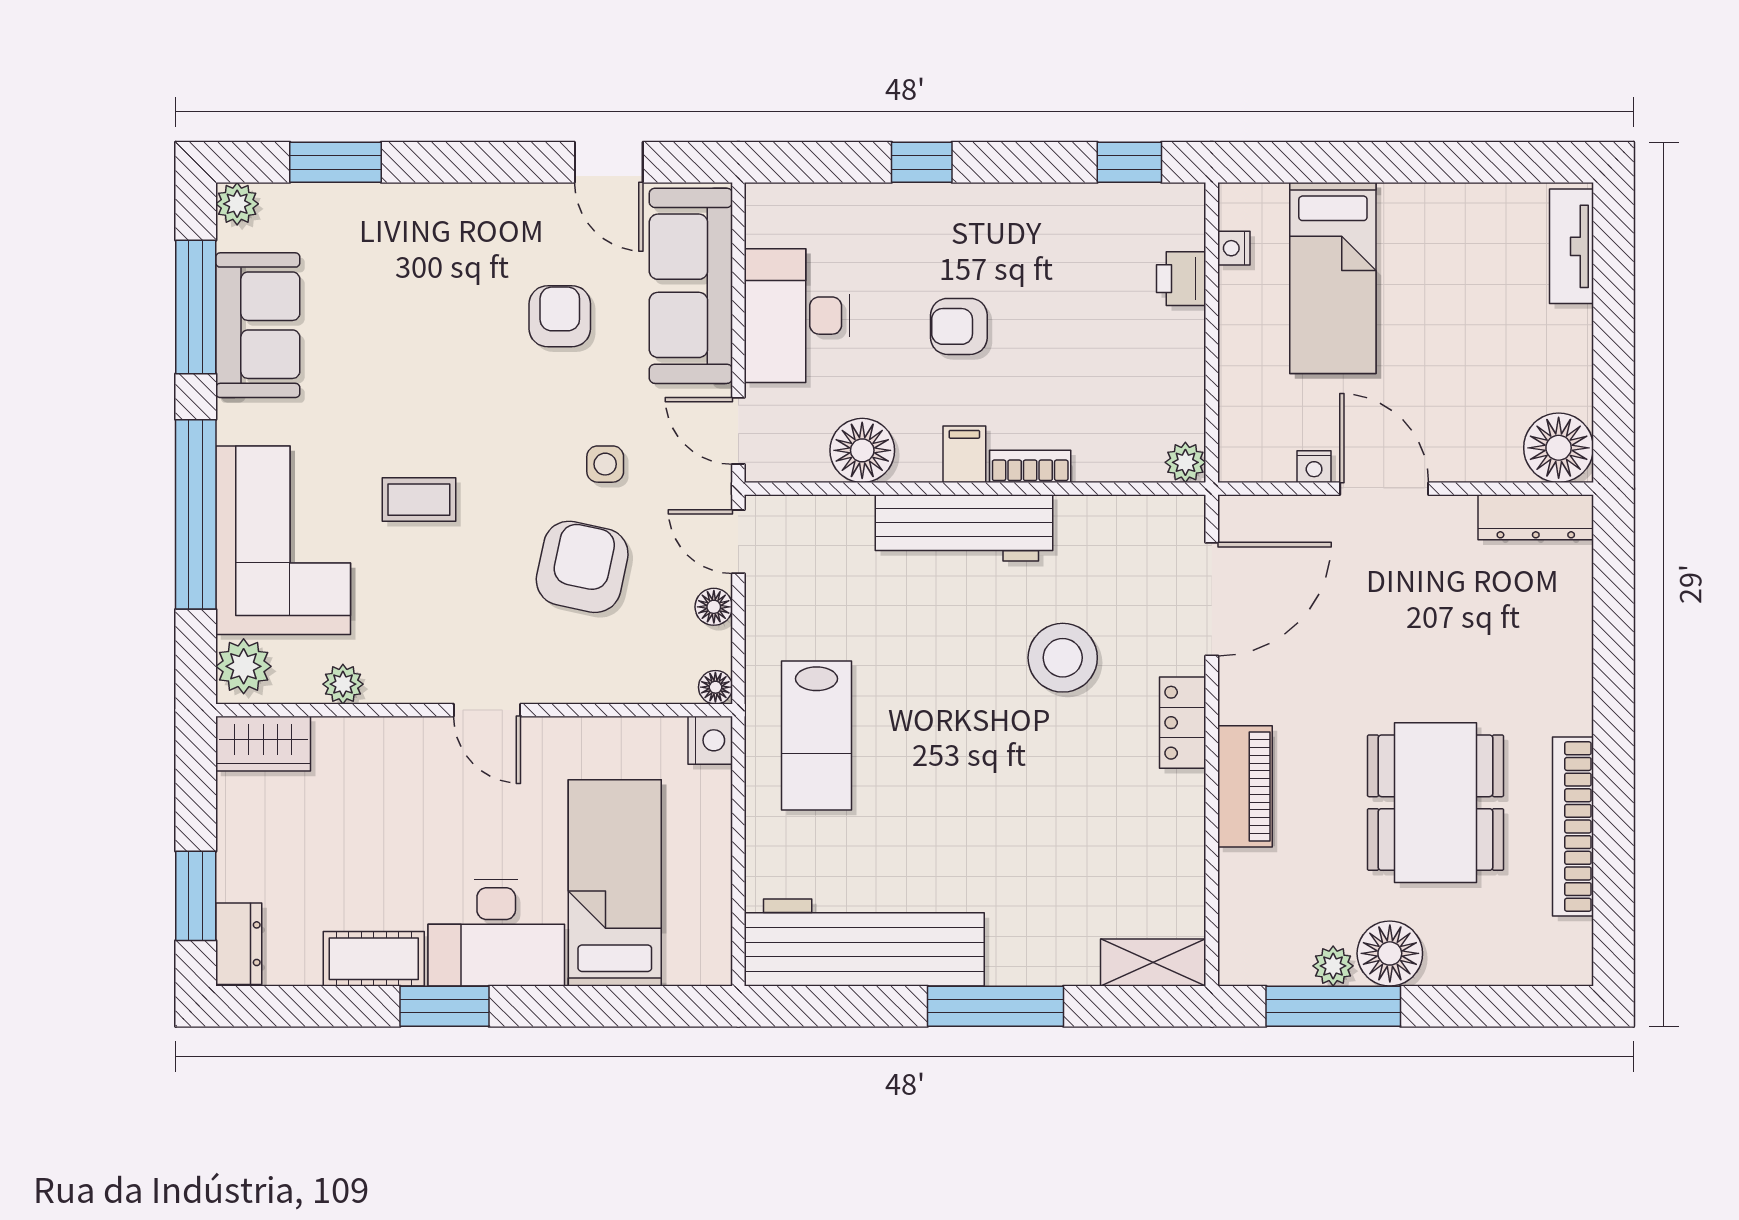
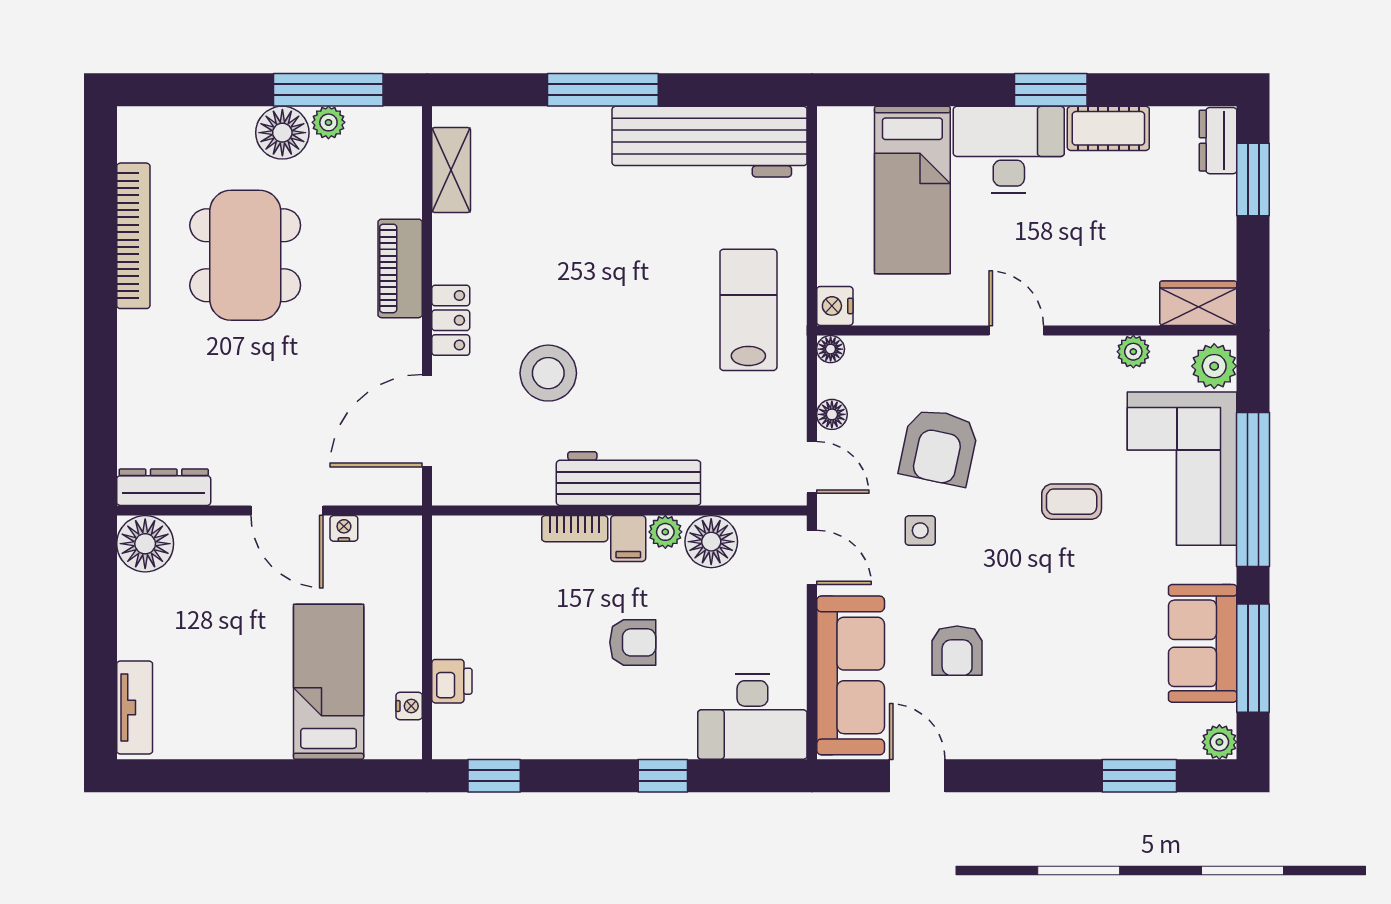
desk: (797, 316) -> (752, 717), moved, turned 90
plant: (1185, 462) -> (665, 532), moved
shelving: (1153, 962) -> (451, 170), moved, turned 90

